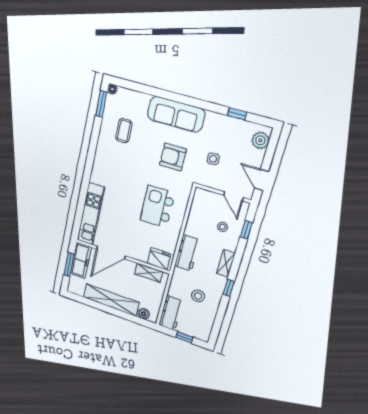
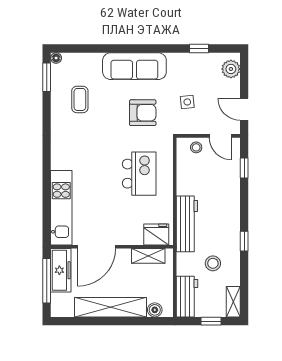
armchair: (173, 157) -> (143, 113), turned 180
kitchen island: (157, 207) -> (139, 174), turned 180
stool: (222, 227) -> (196, 147), moved
workbench: (187, 253) -> (187, 224), width x1.38
shelving: (226, 263) -> (233, 302), moved
window: (69, 265) -> (47, 281), width x1.44

